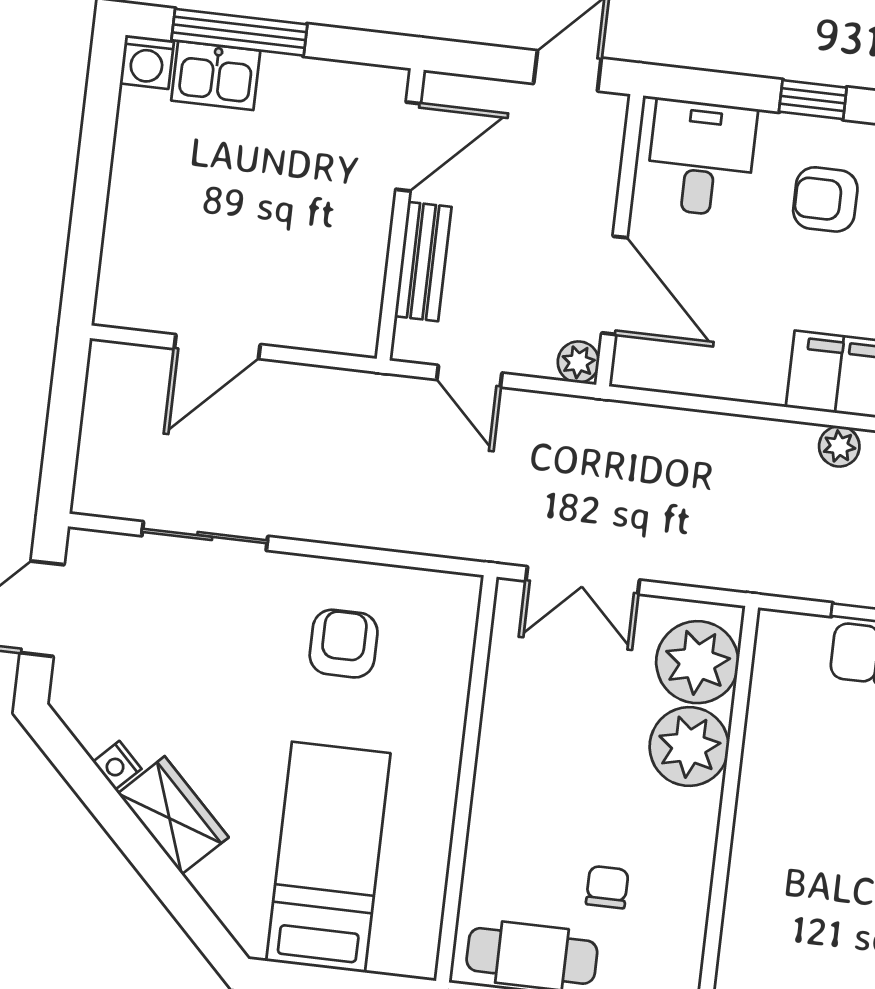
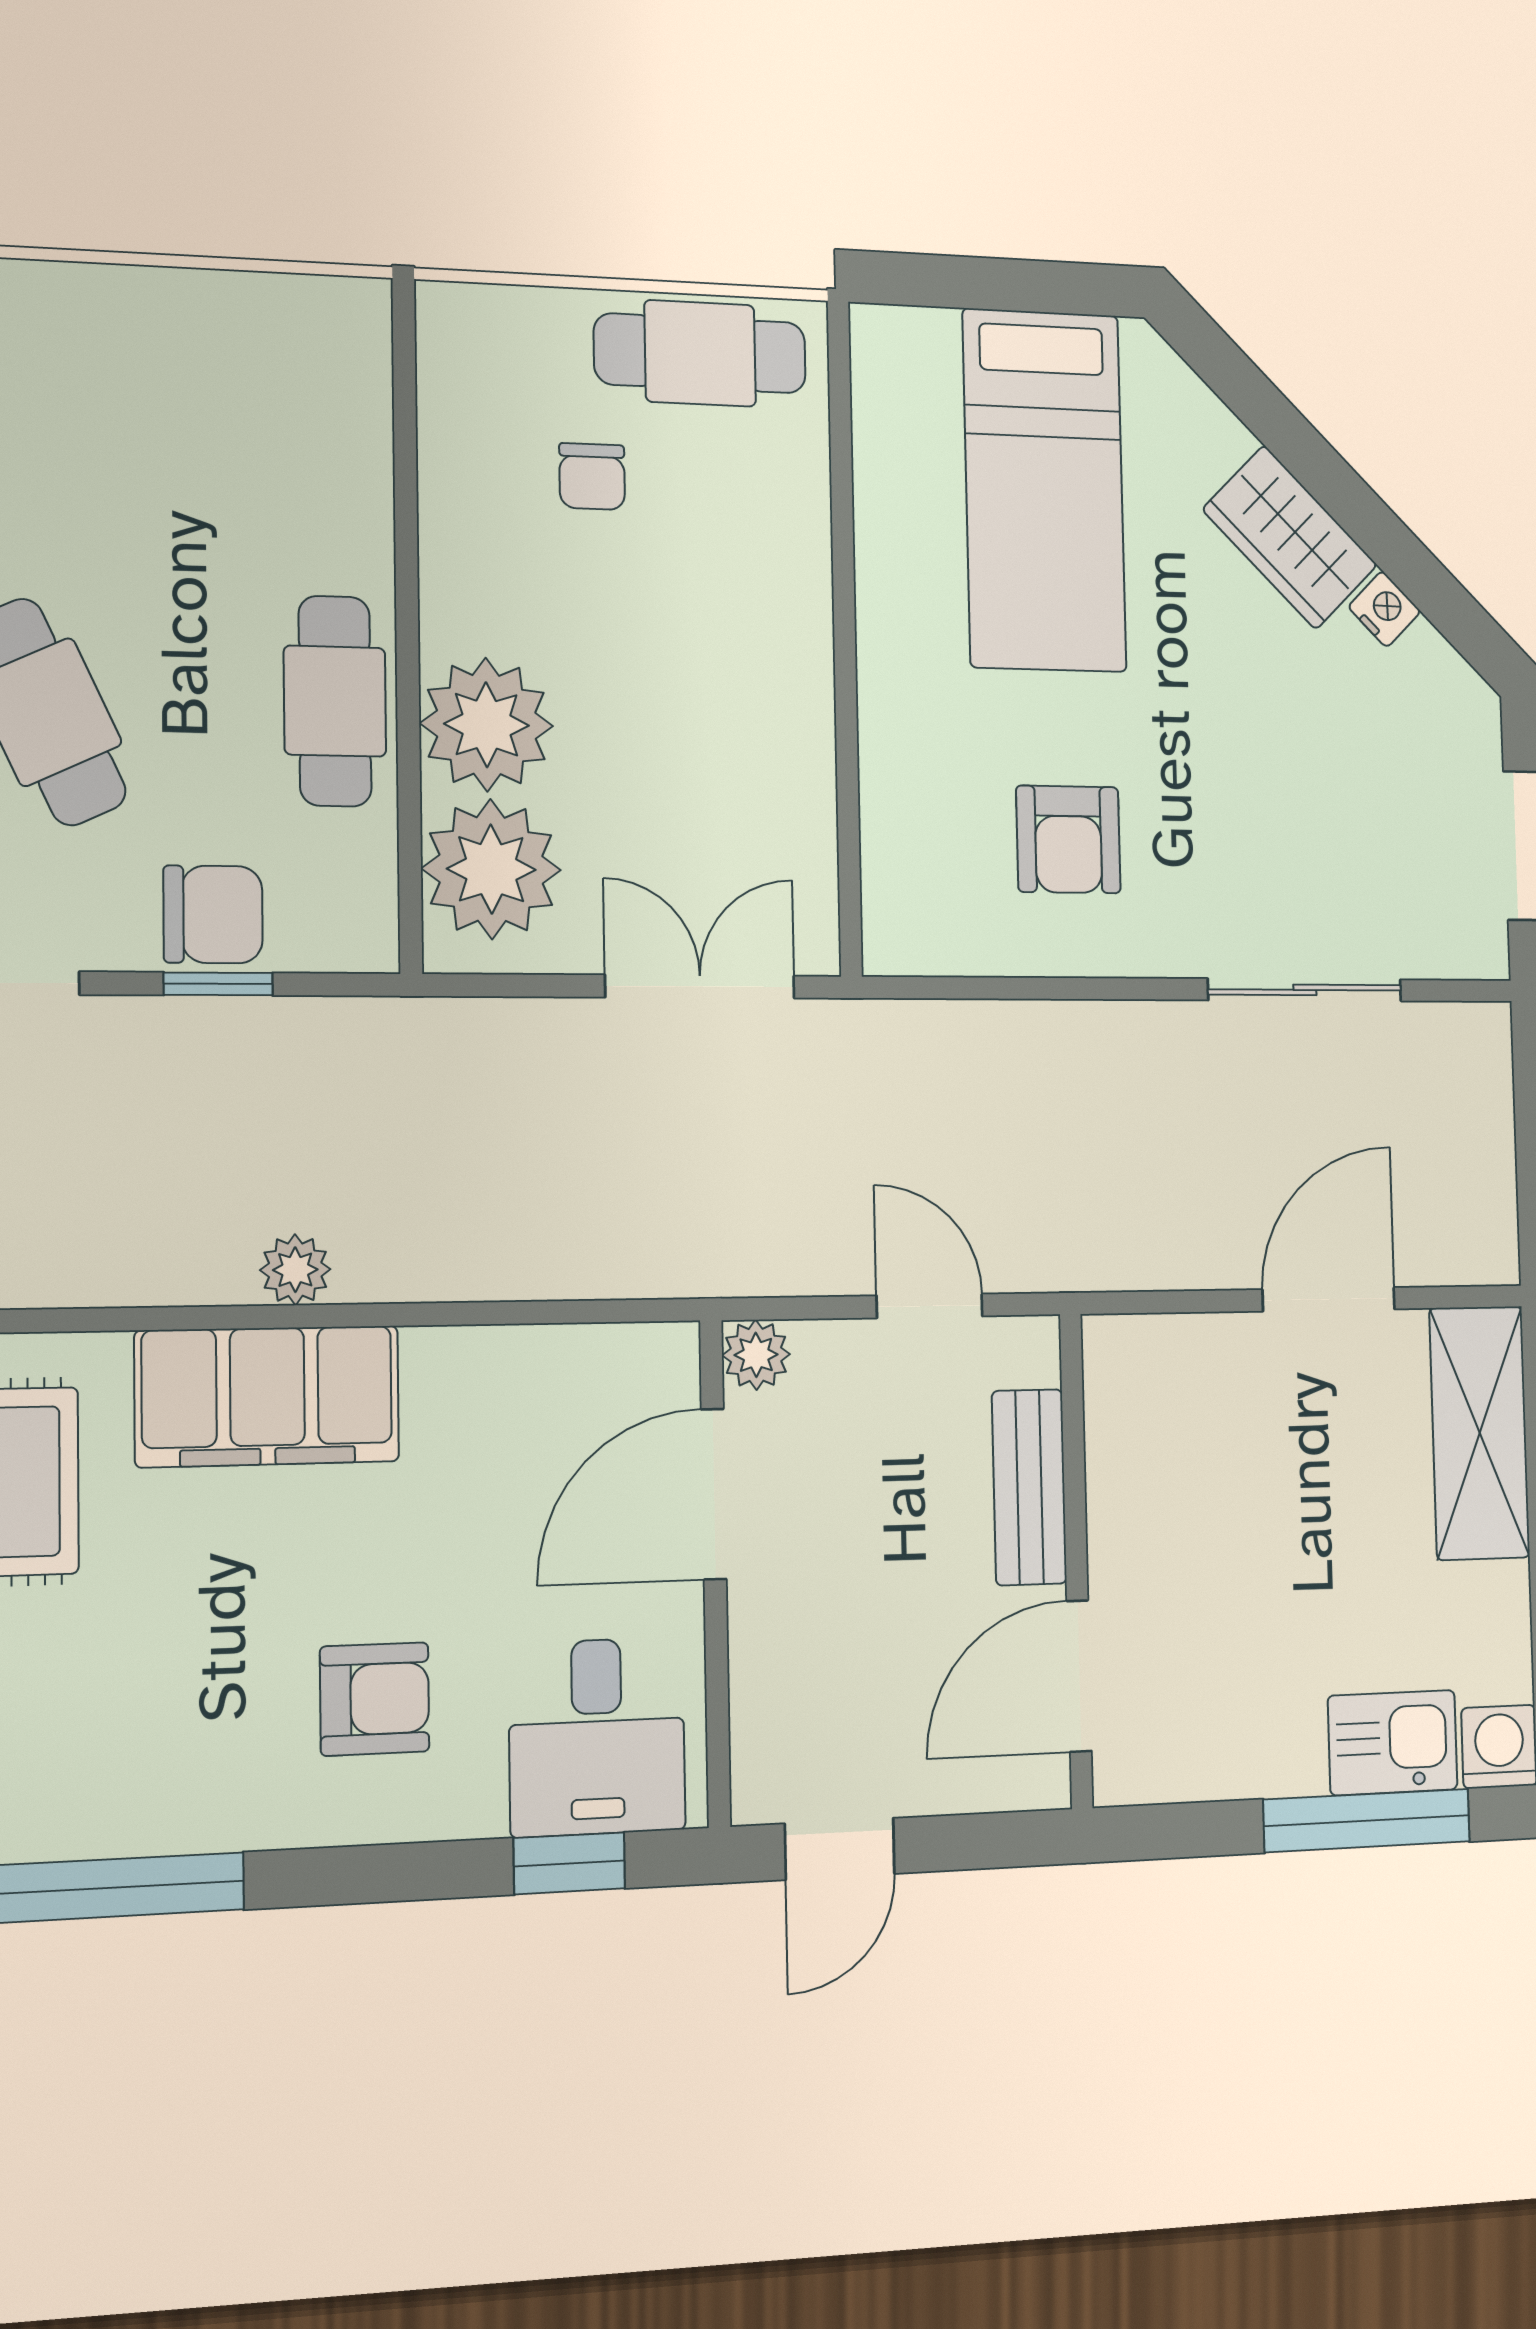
window: (813, 100) -> (569, 1863), moved
shelving: (131, 253) -> (1480, 1433), added
door: (614, 285) -> (714, 1494), hinge flipped
cafe table: (775, 768) -> (335, 701), added

